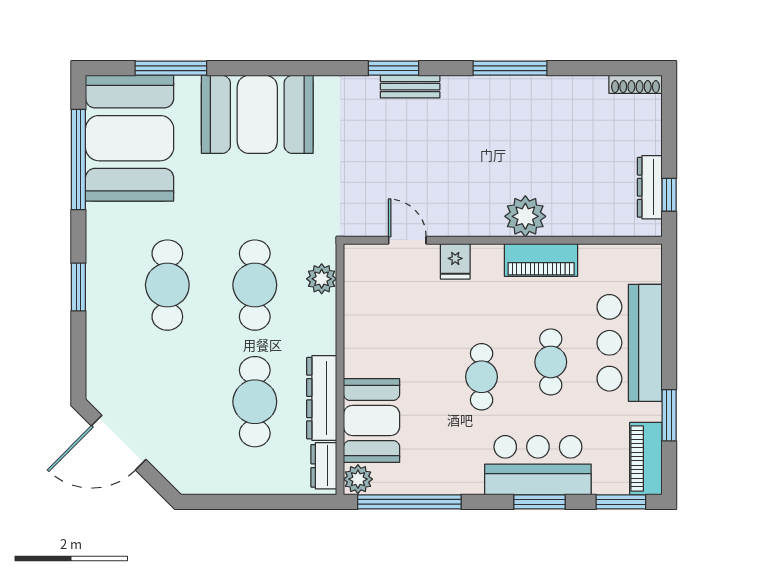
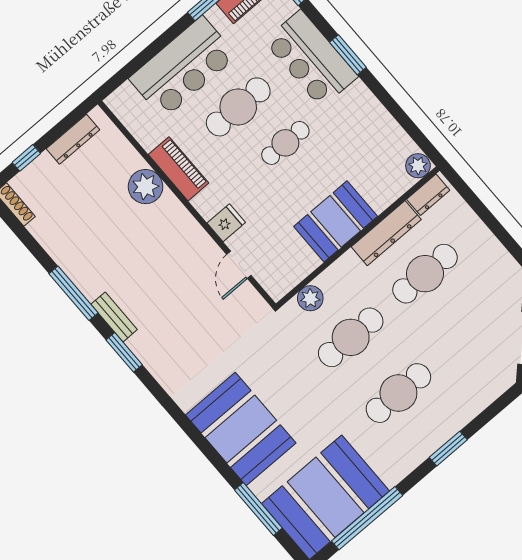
window: (394, 68) -> (124, 352), moved
bench: (410, 87) -> (114, 317), moved
window: (669, 195) -> (26, 158), moved
plant: (525, 216) -> (146, 187), moved
cafe table: (551, 362) -> (238, 107), width x1.37, depth x1.35
booth: (372, 421) -> (336, 221), moved
window: (409, 502) -> (404, 121), removed
window: (539, 502) -> (348, 55), moved

